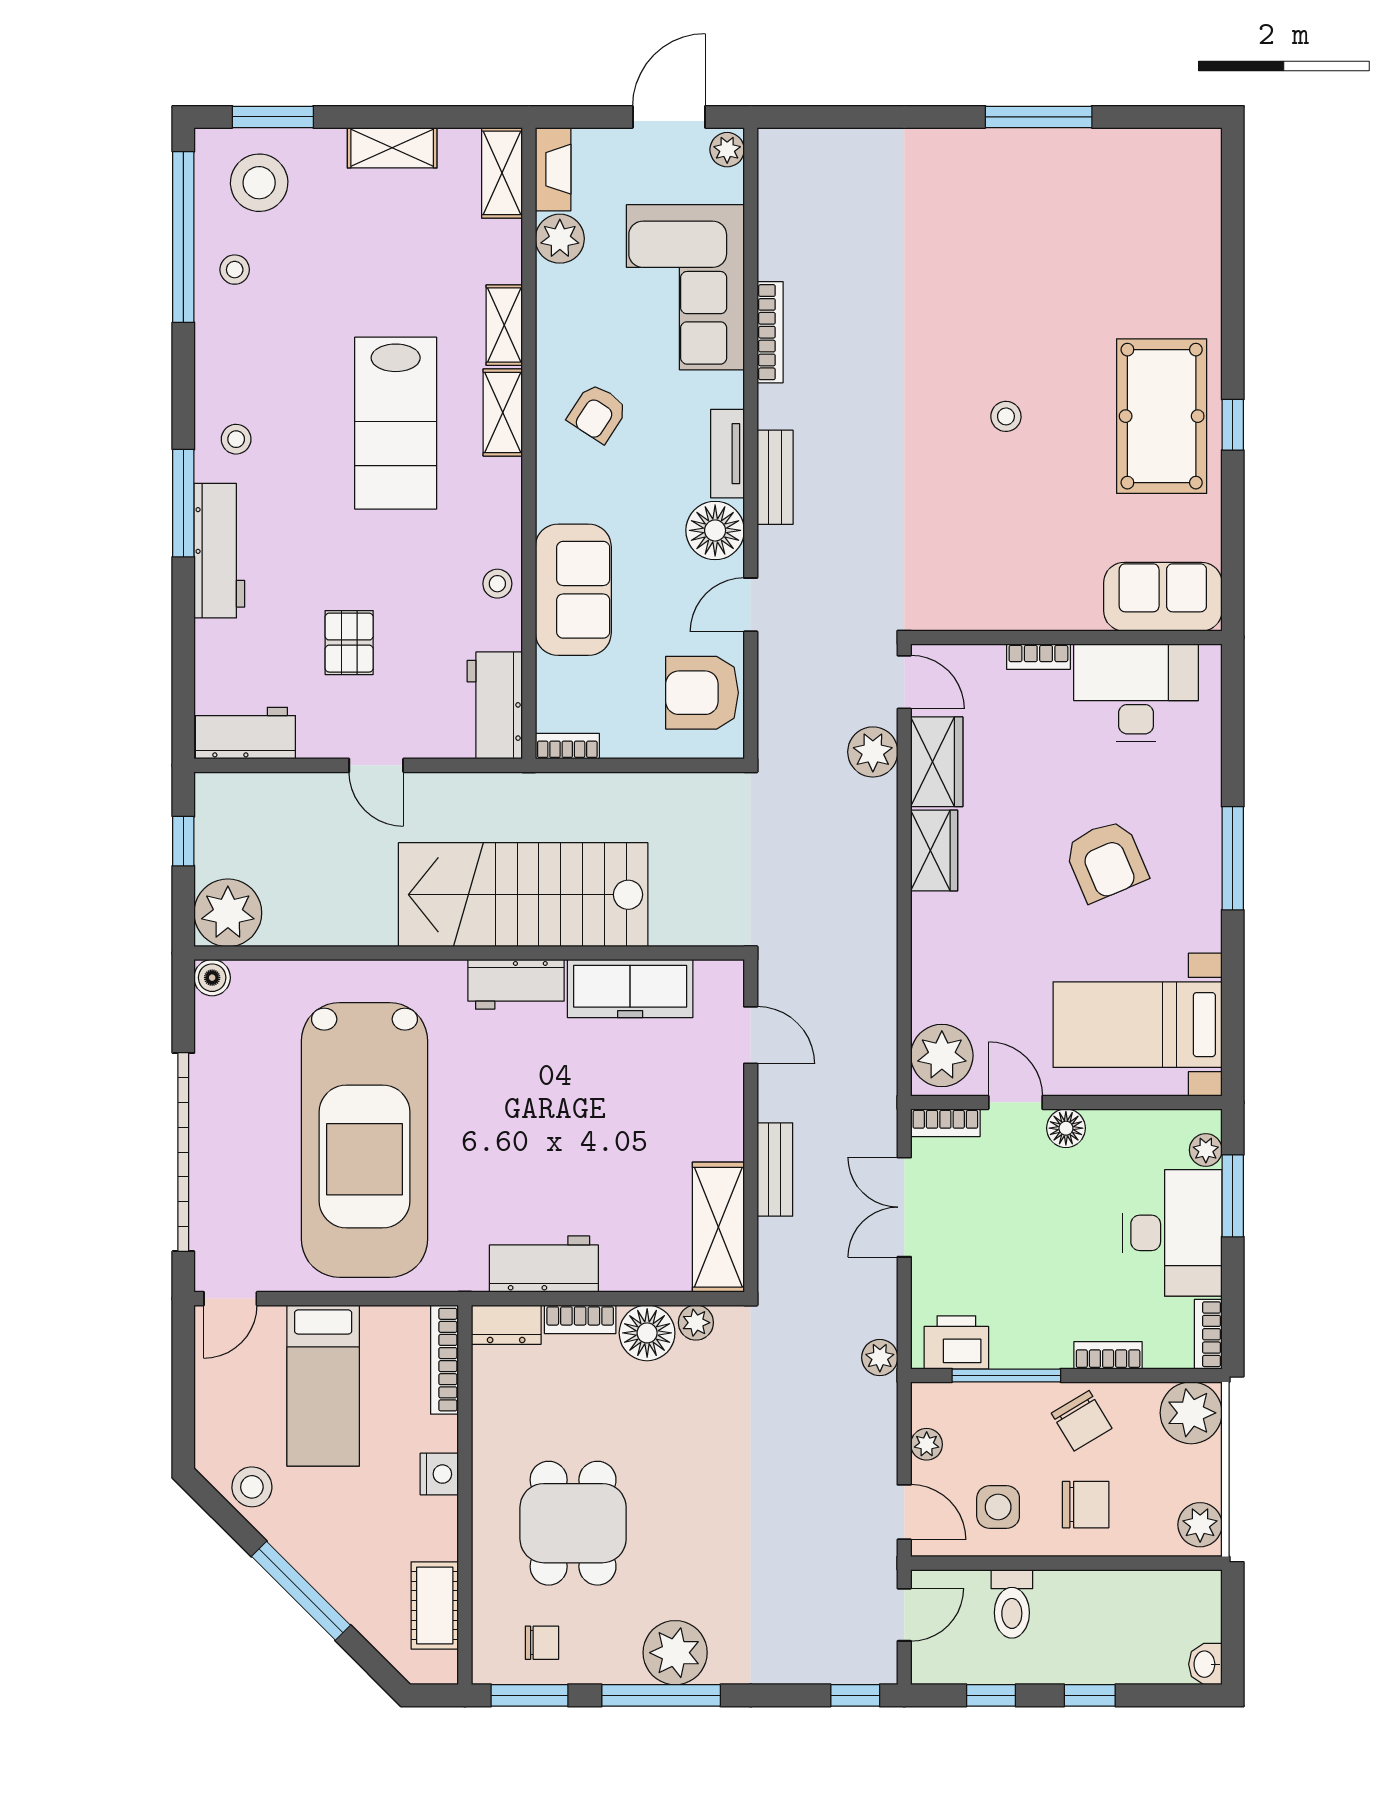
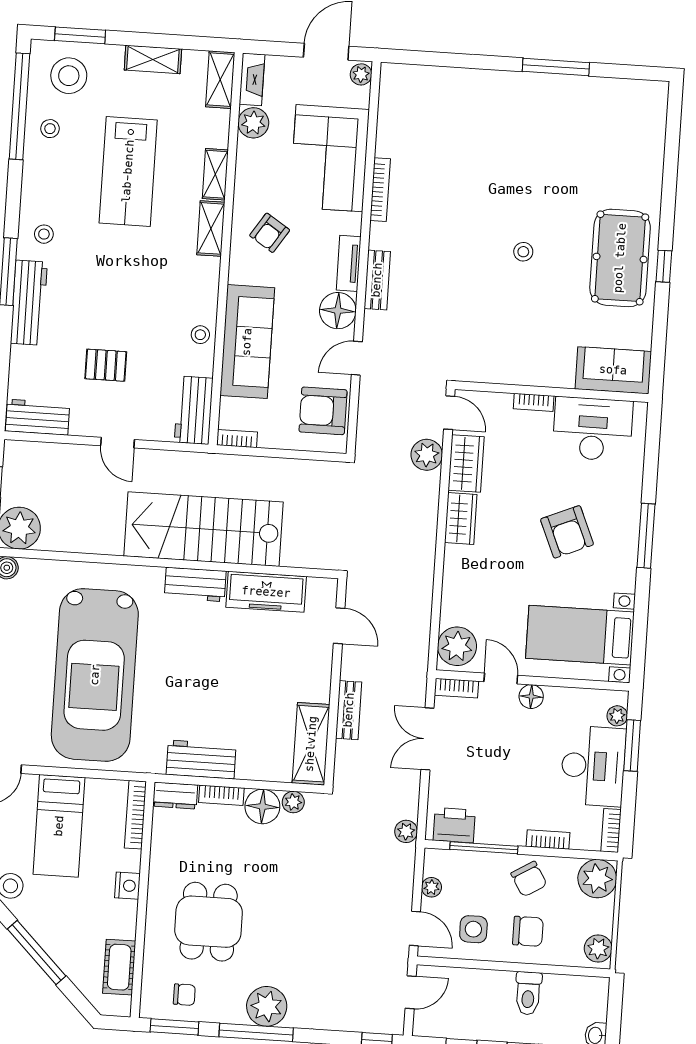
lab bench: (396, 423) -> (128, 171), moved
sofa: (573, 590) -> (247, 342), width x1.36
pallet: (349, 643) -> (106, 365), turned 90
toilet: (1012, 1604) -> (528, 993), moved

